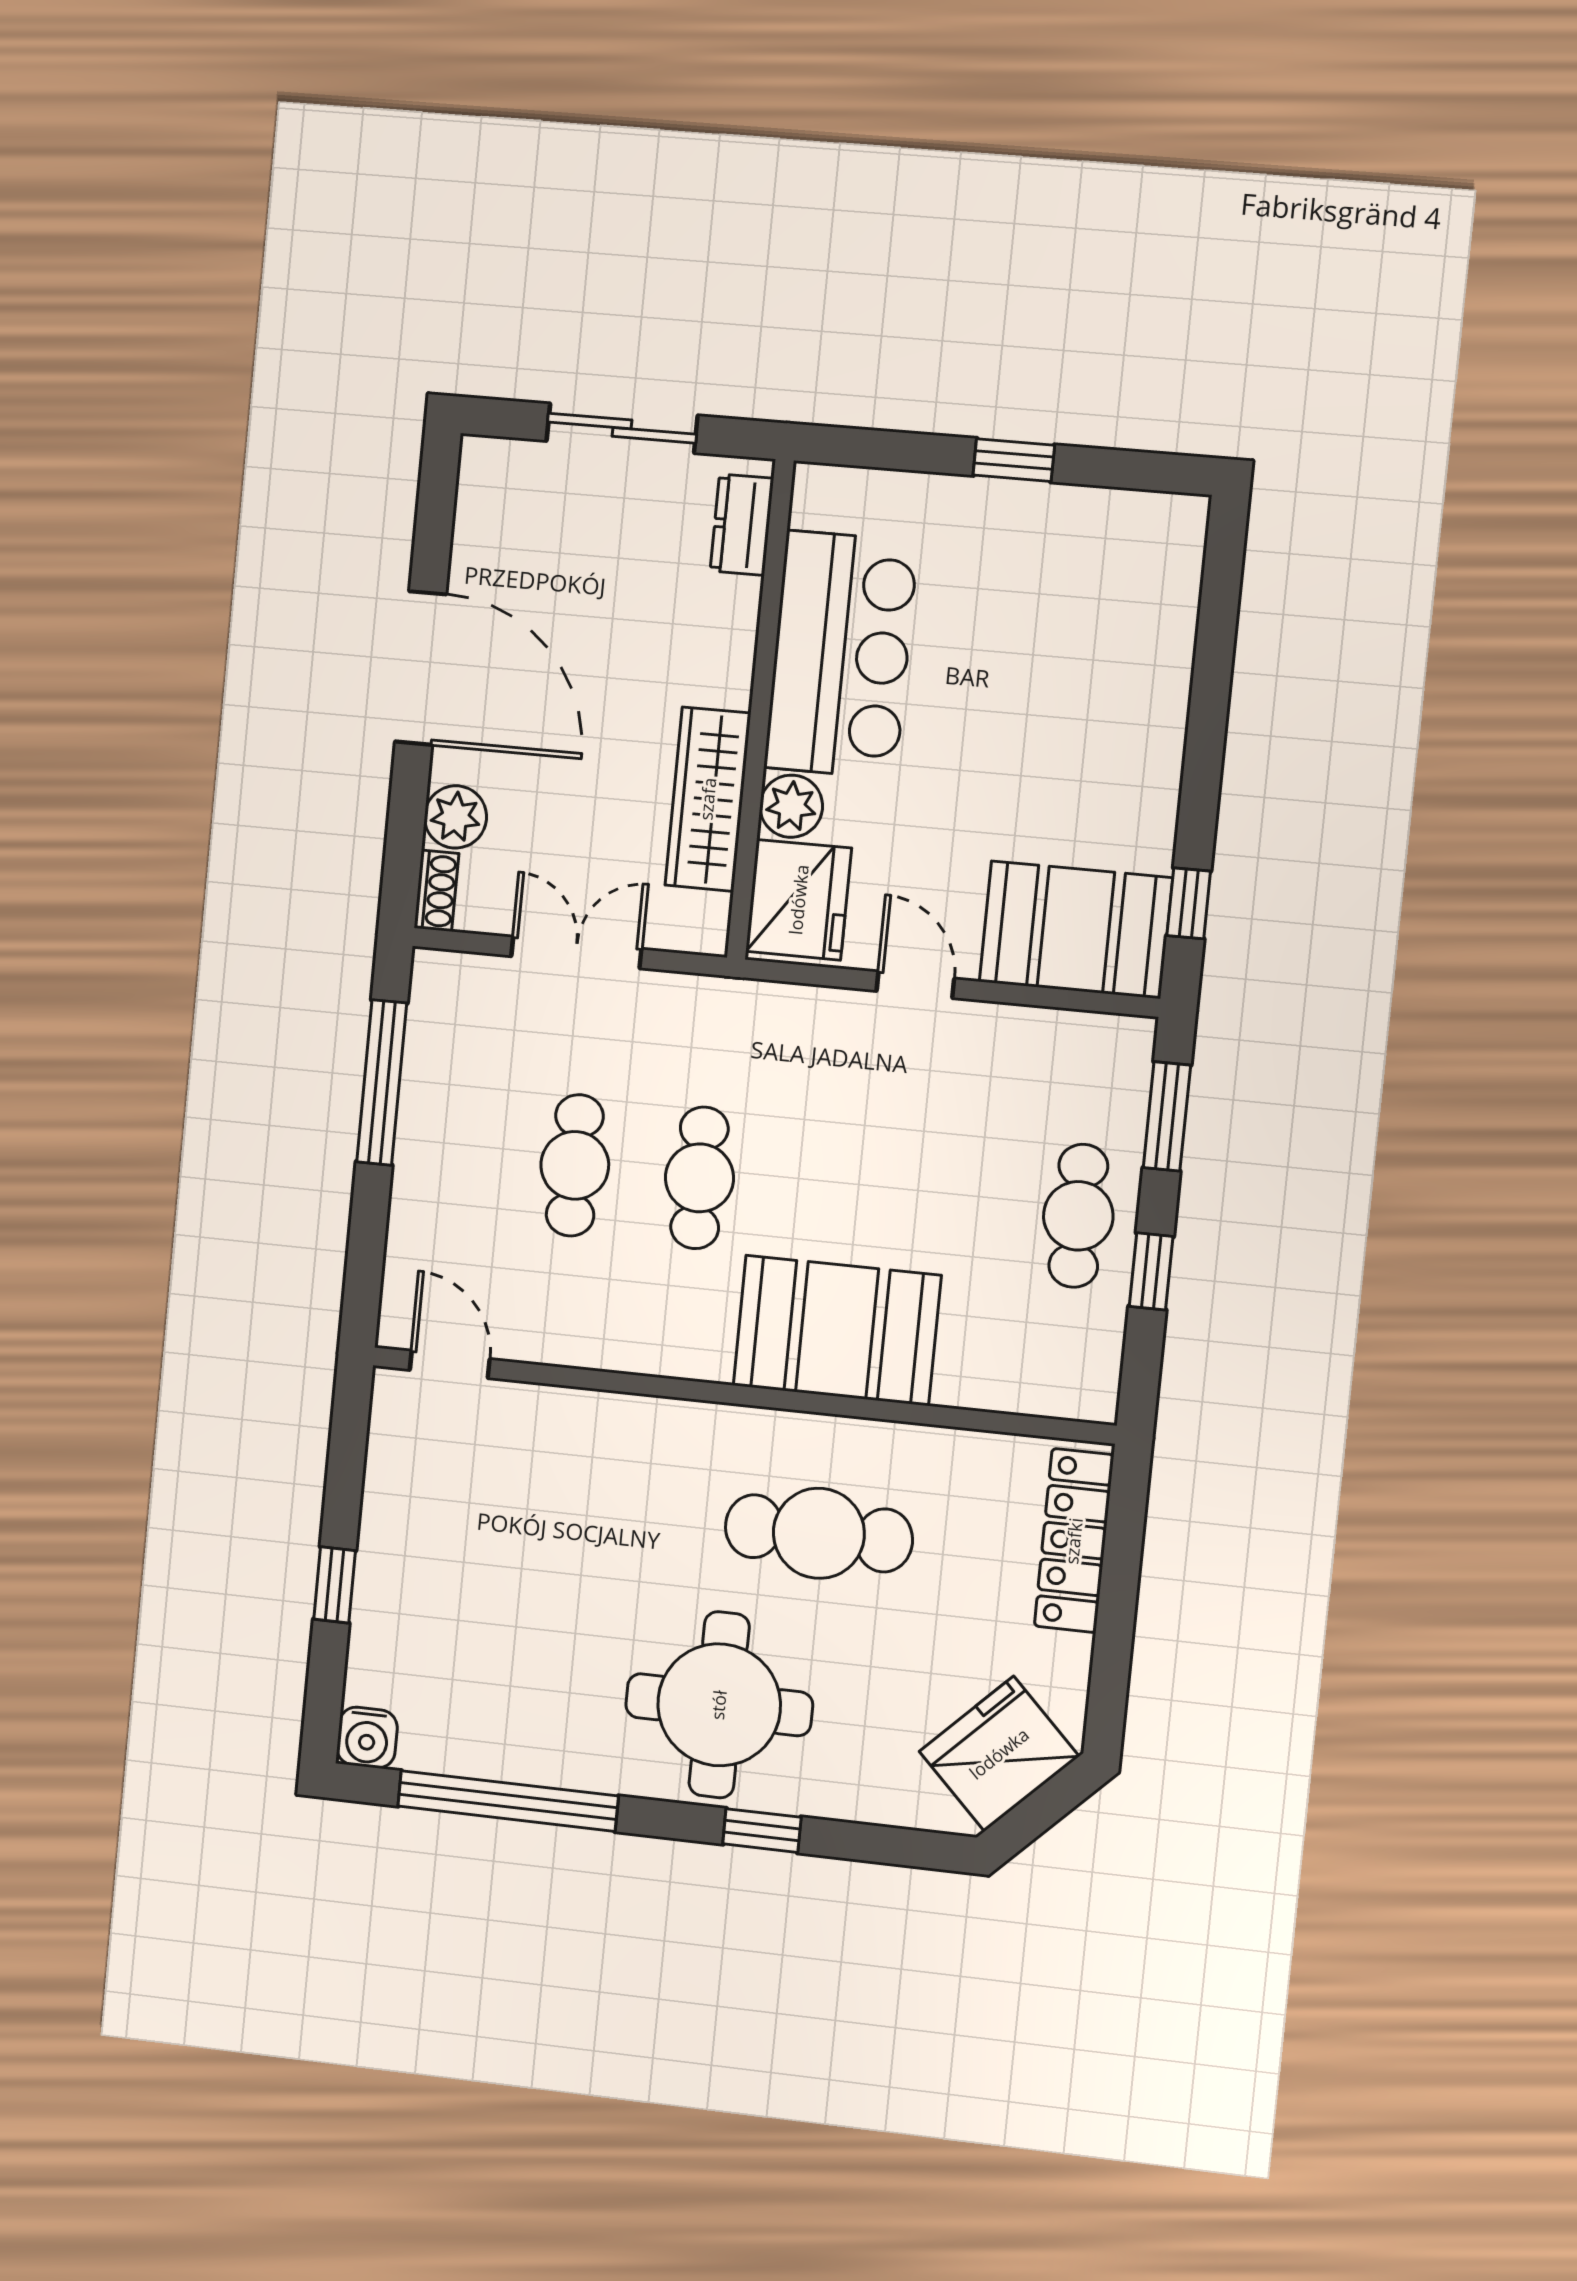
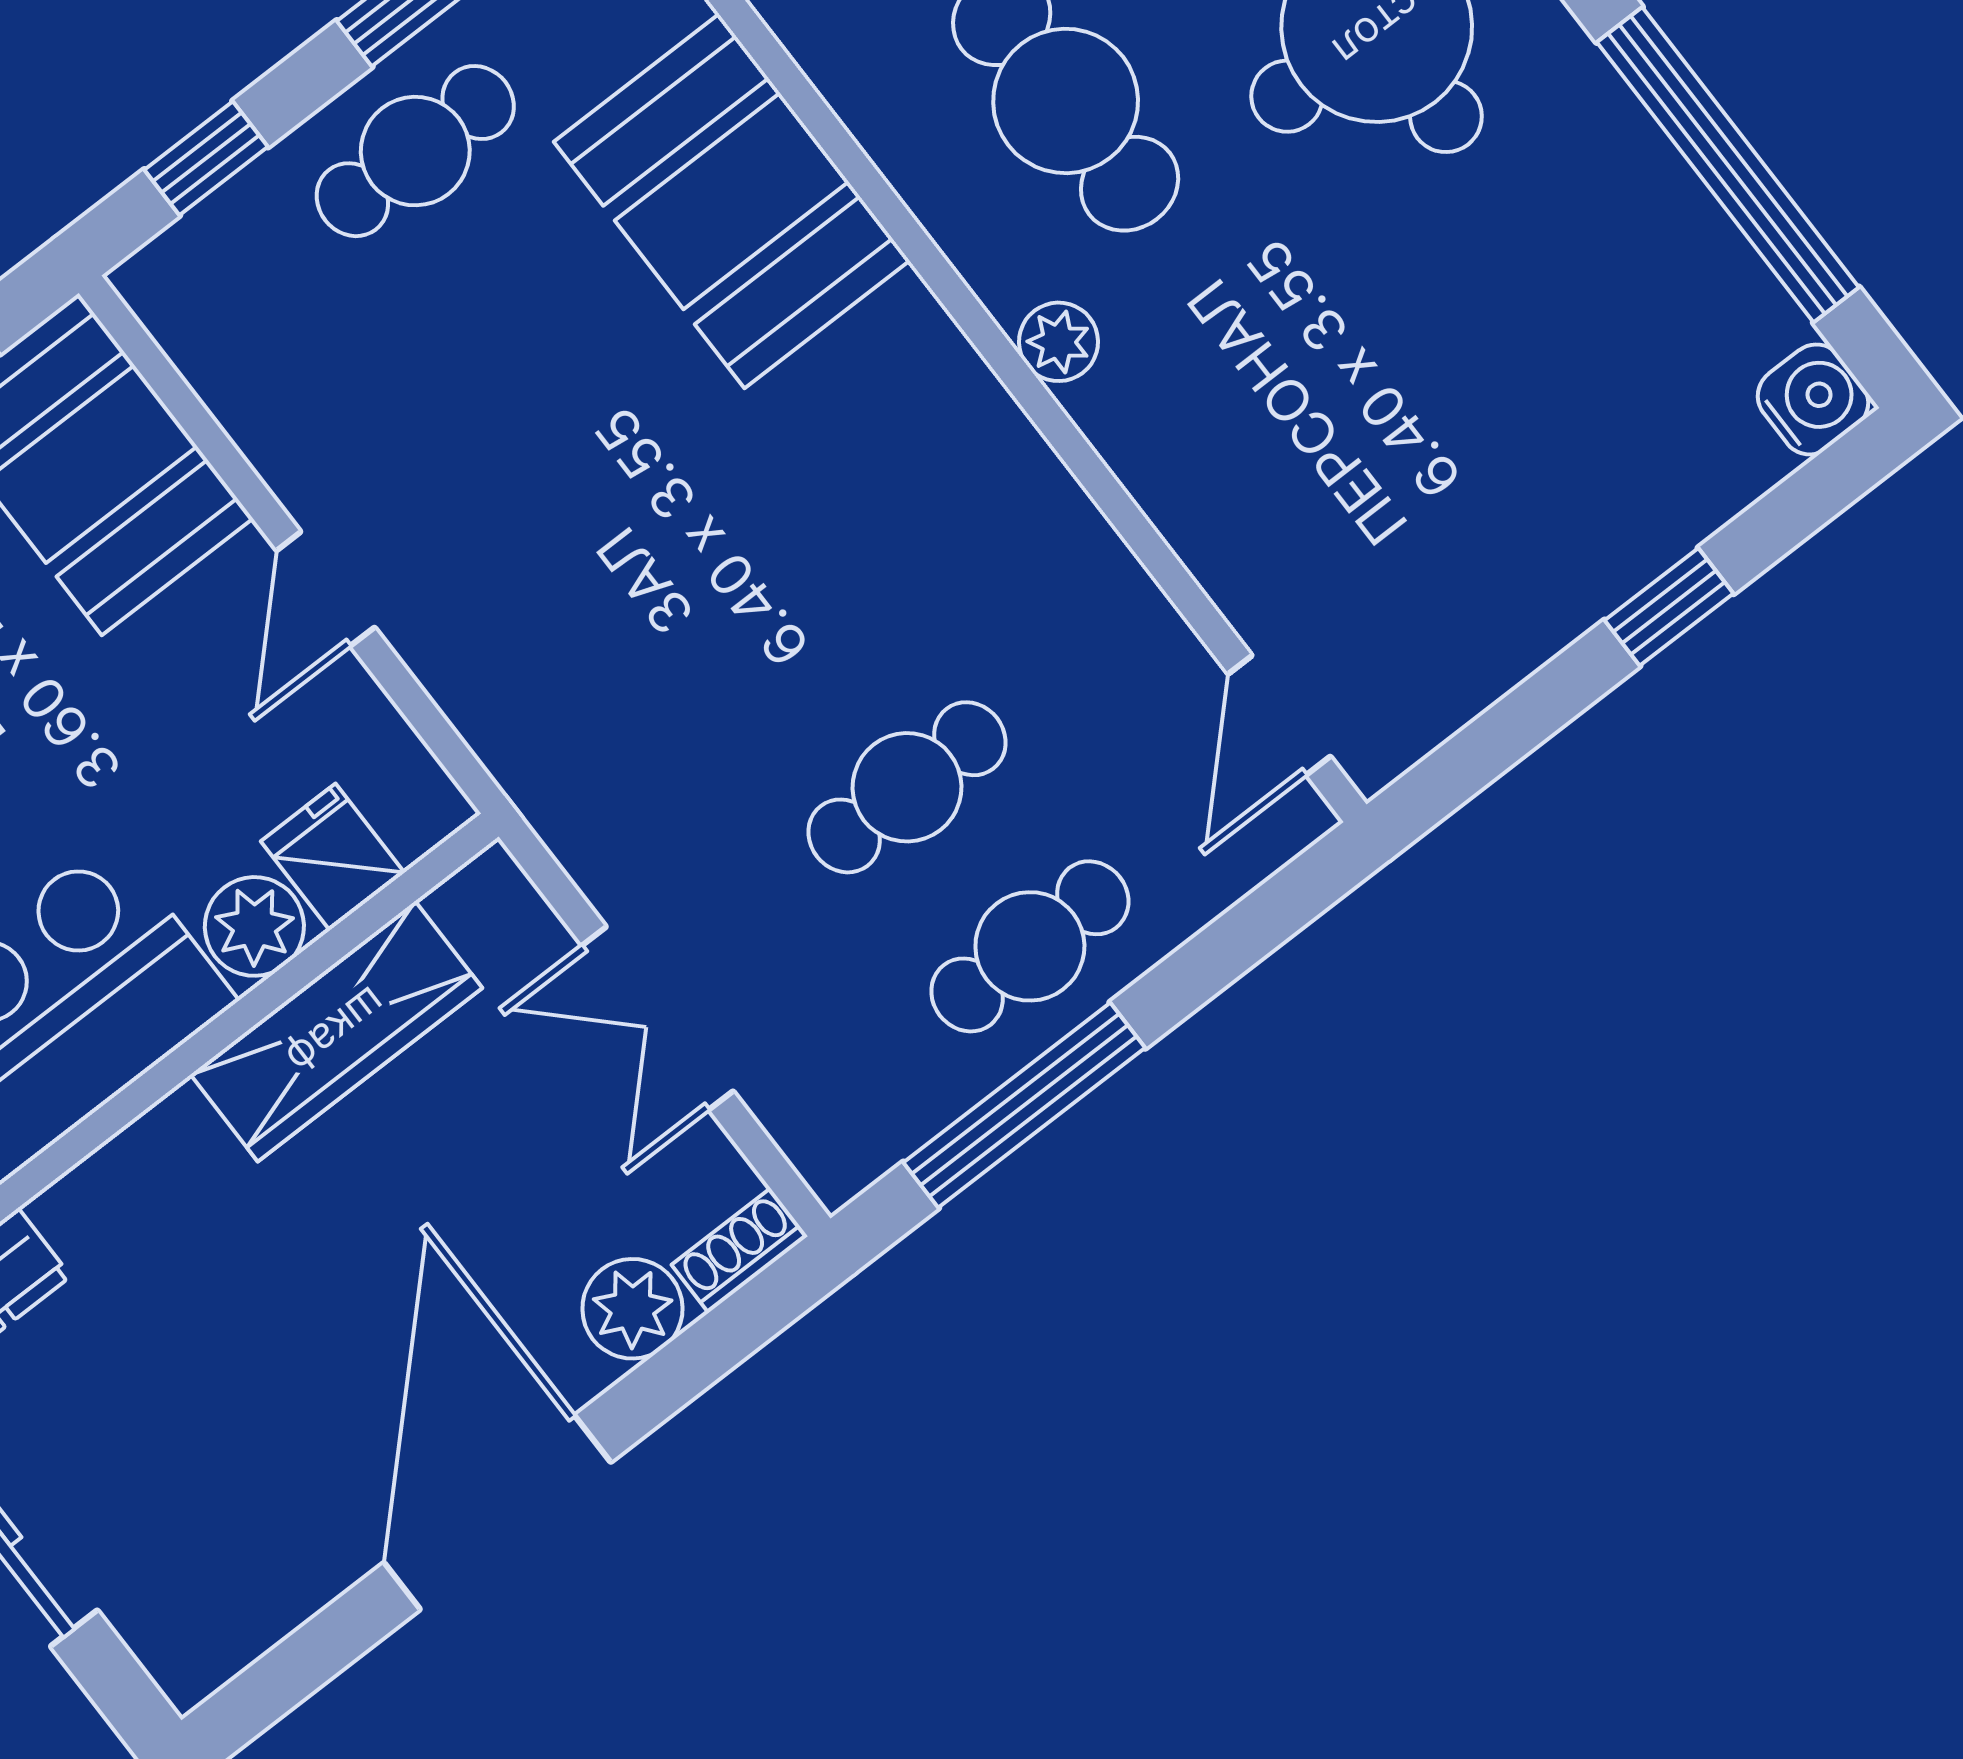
fridge: (799, 900) -> (333, 857), width x0.53, depth x0.75
window: (1167, 1116) -> (206, 158), width x0.67
cafe table: (699, 1178) -> (1030, 946), moved
booth: (837, 1330) -> (732, 201), moved
plant: (712, 1426) -> (1059, 342), added

